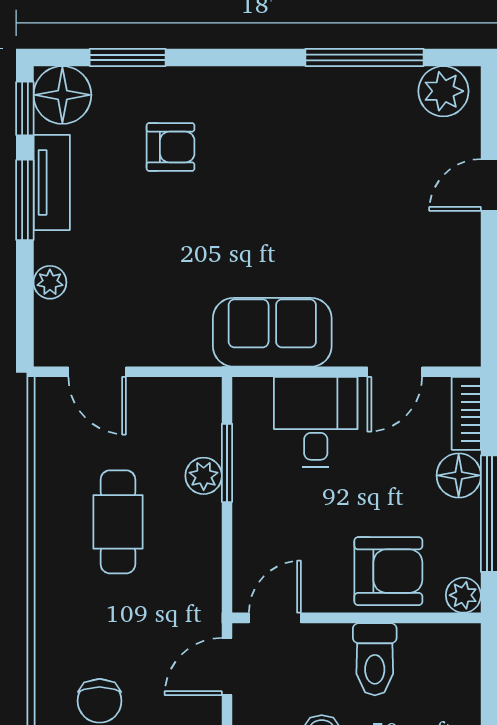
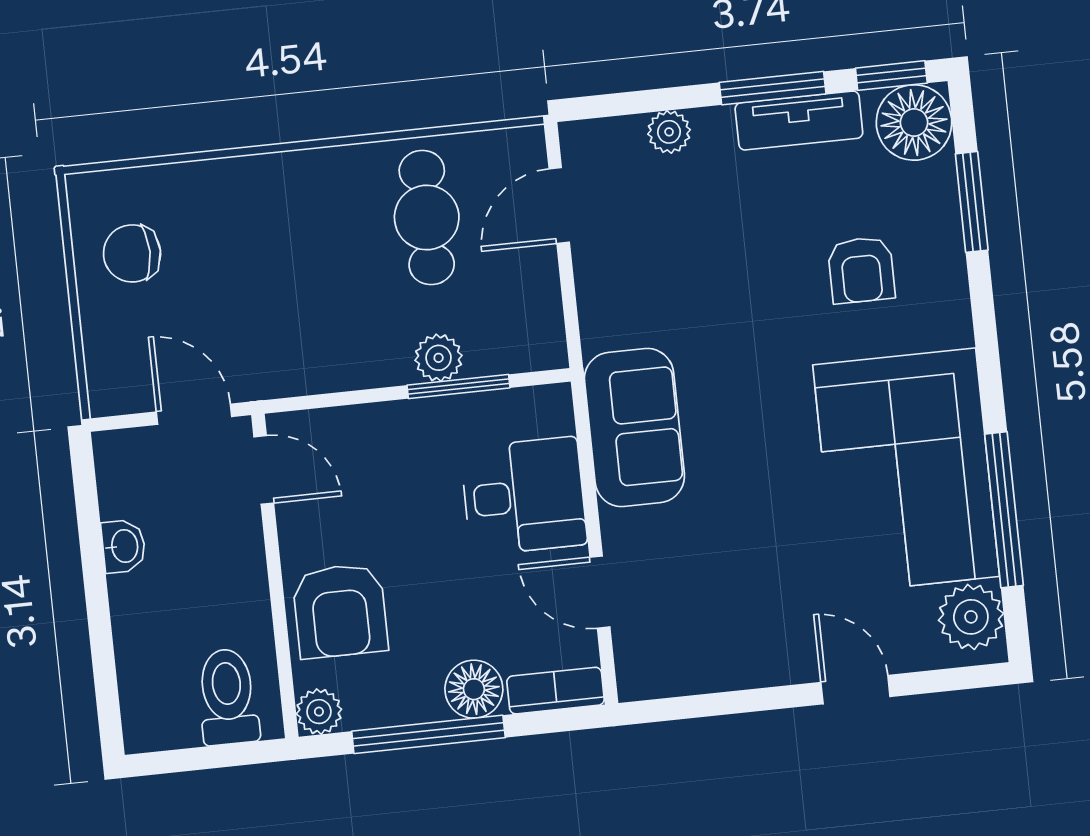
corner sofa: (327, 129) -> (906, 471), added
cafe table: (118, 522) -> (427, 217), moved, turned 90
toilet: (375, 659) -> (228, 697), moved, turned 90

